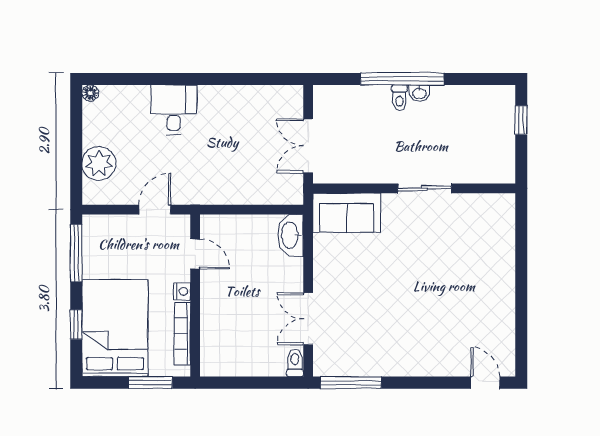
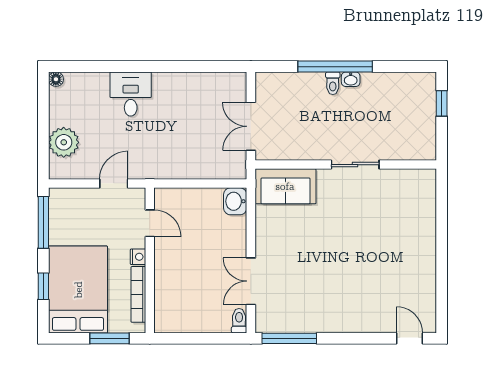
washbasin: (291, 235) -> (235, 201), width x0.72

